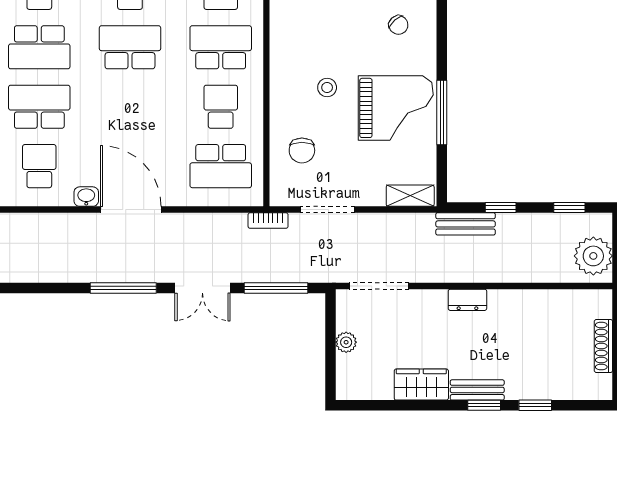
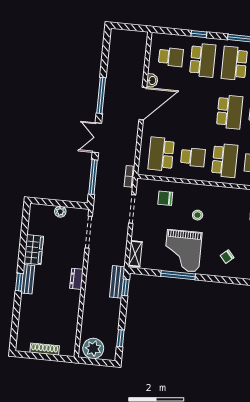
window: (501, 207) -> (125, 287), moved
window: (535, 405) -> (16, 309), removed

